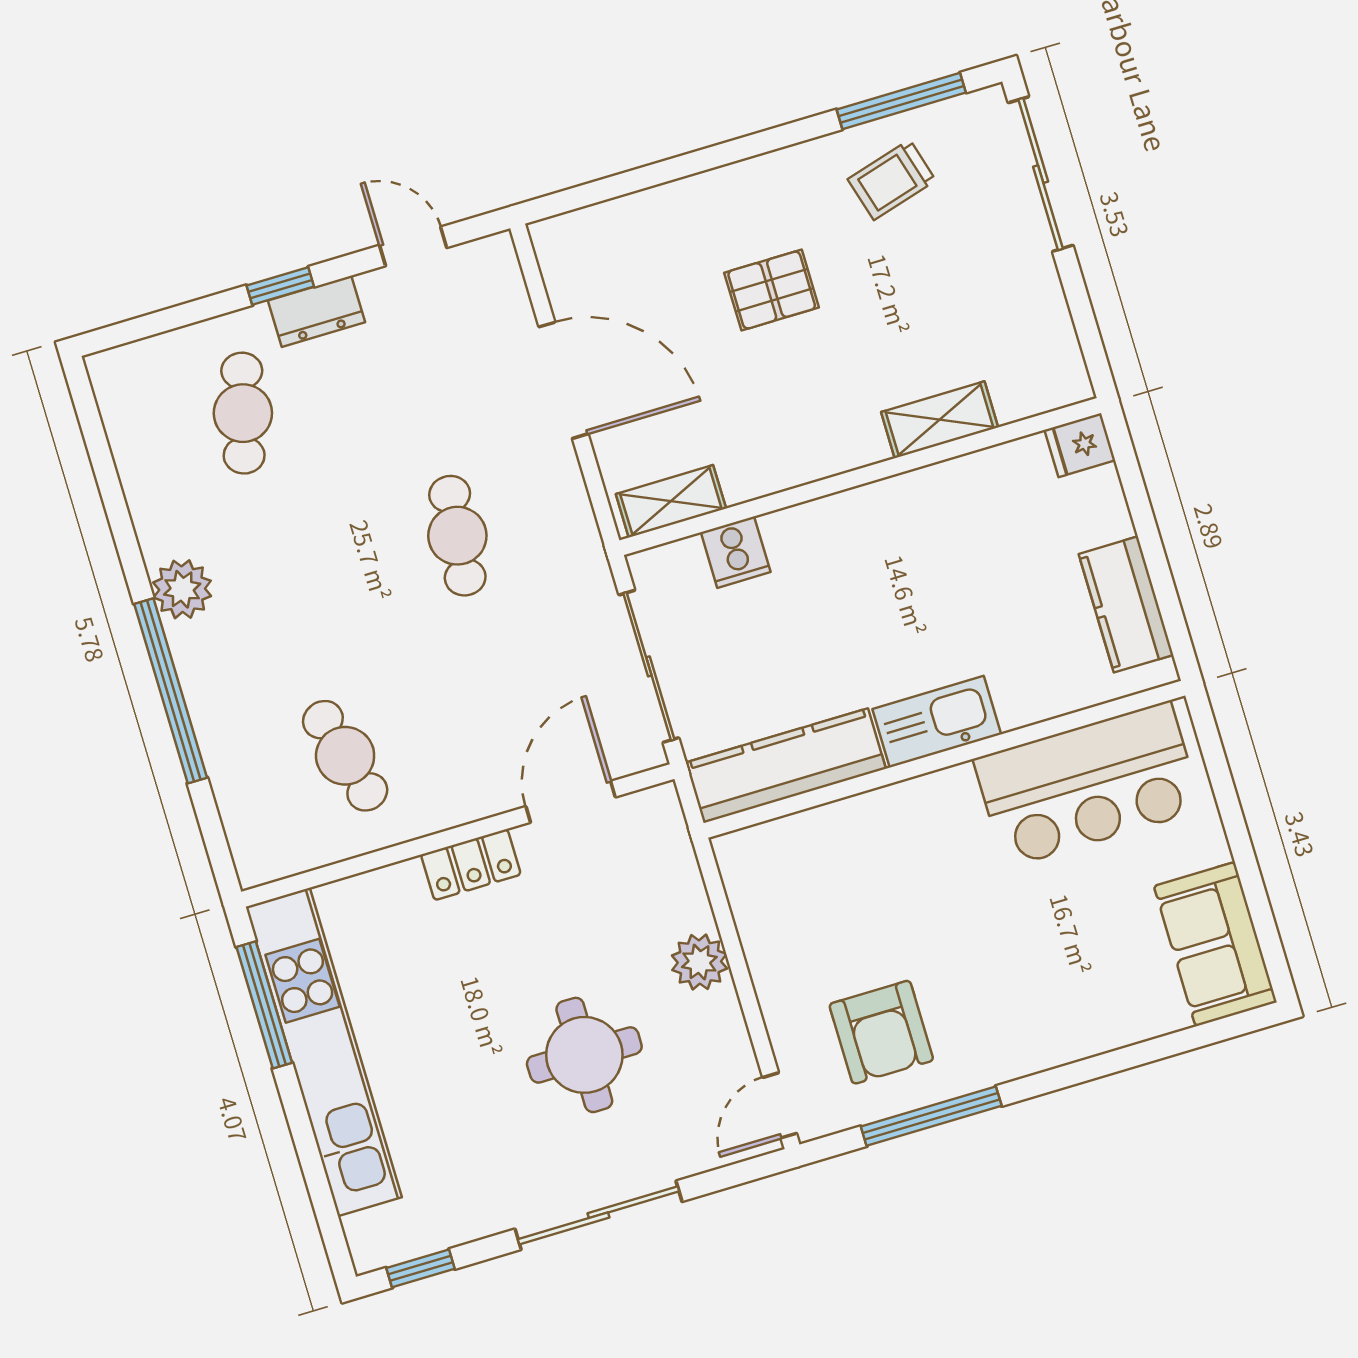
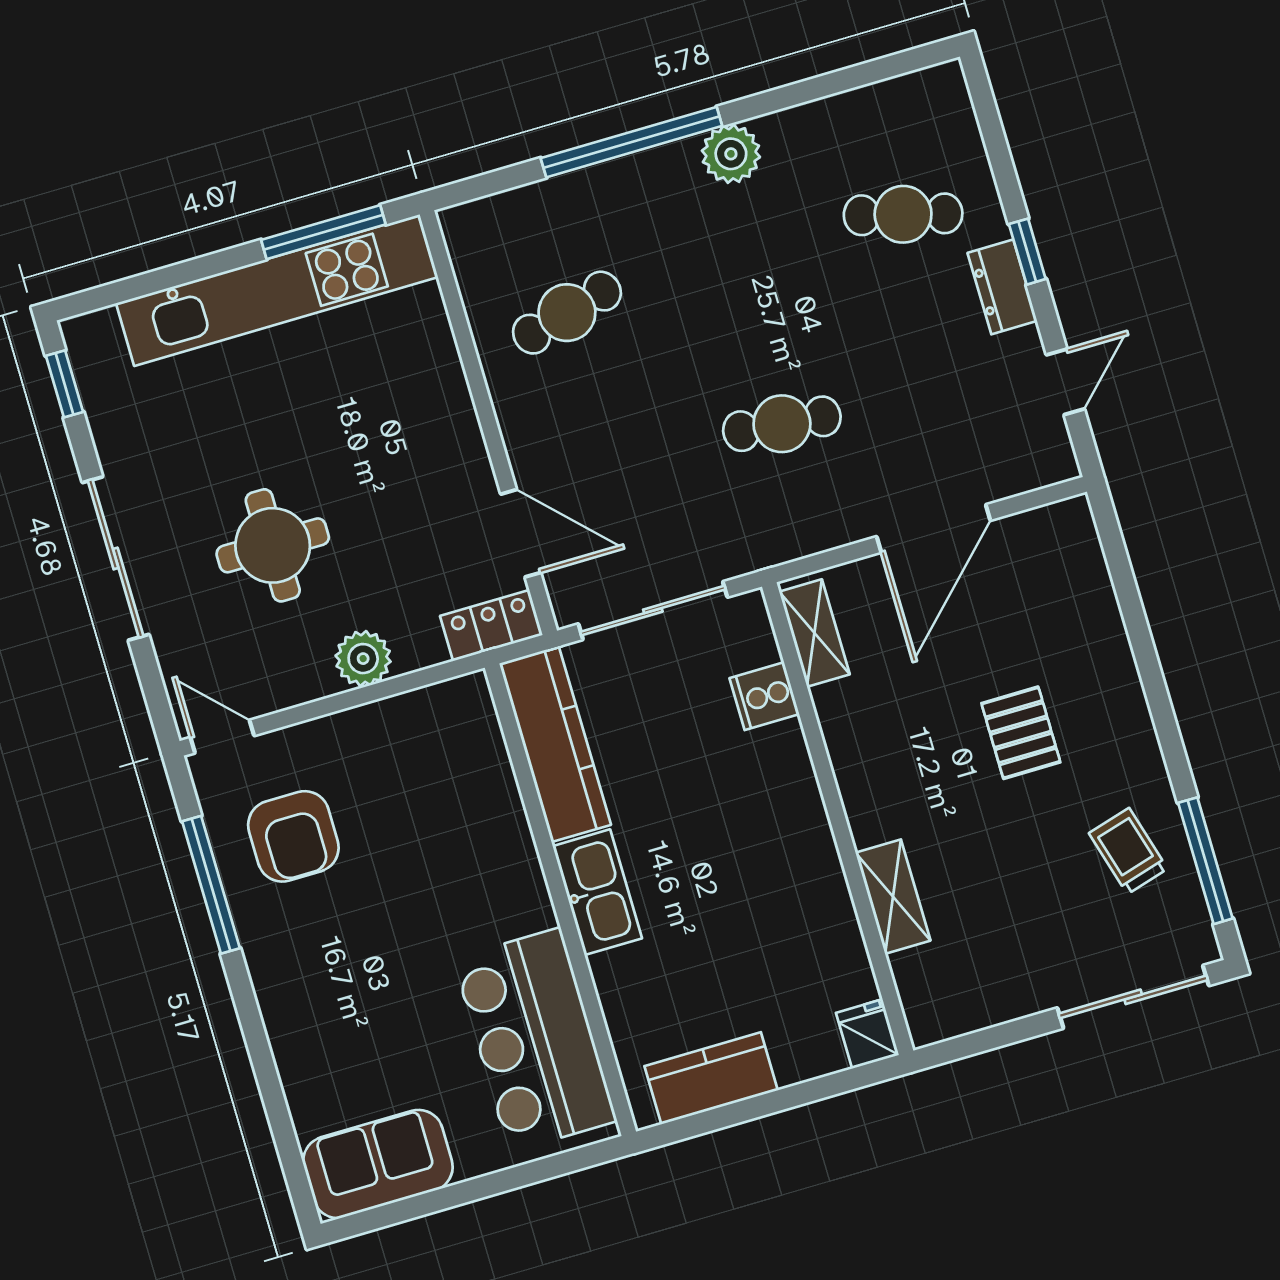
locker: (471, 865) -> (491, 625), moved, turned 90
armchair: (881, 1032) -> (293, 836), turned -90

